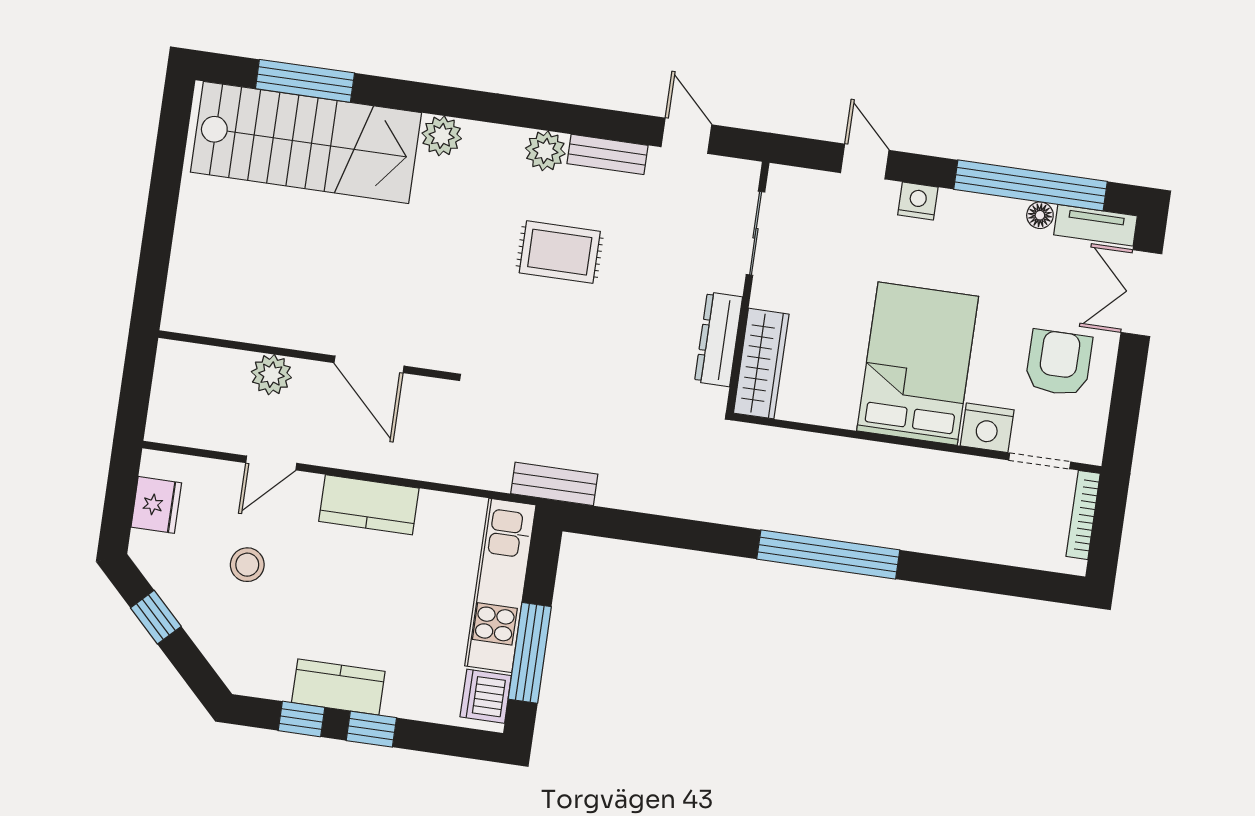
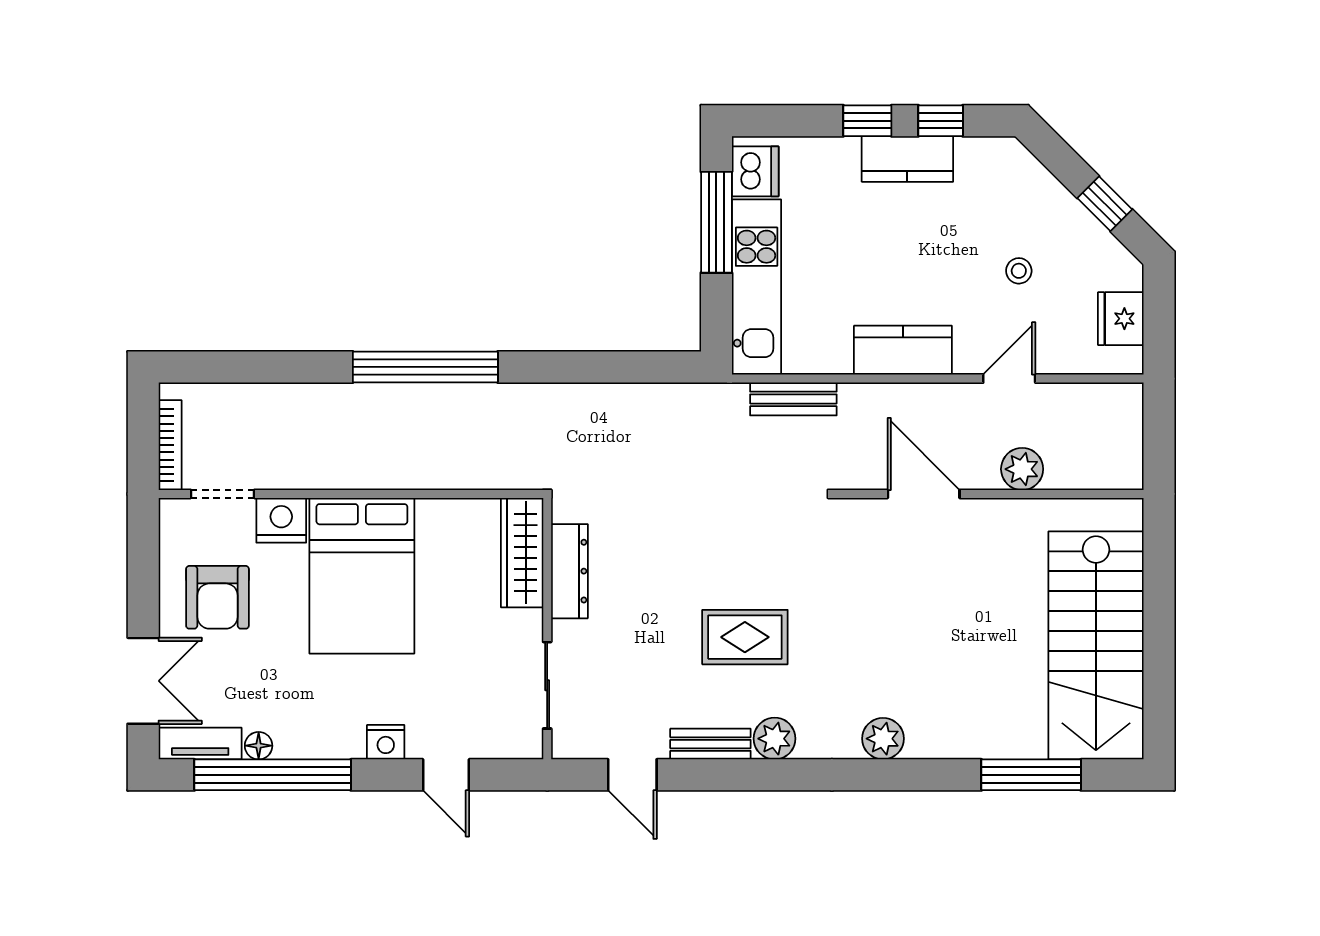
stairs: (306, 142) -> (1096, 645), moved, turned -90
bench: (554, 484) -> (793, 399), moved
stool: (247, 565) -> (1019, 271), width x0.73, depth x0.73

